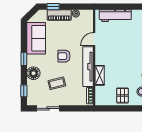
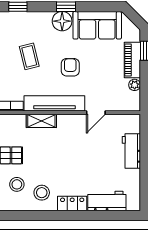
workbench: (115, 16) -> (131, 151), width x0.73
door: (94, 39) -> (96, 113), swing flipped
floor lamp: (33, 73) -> (62, 21), moved

